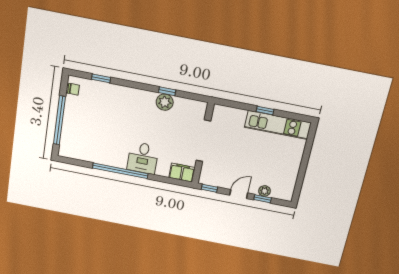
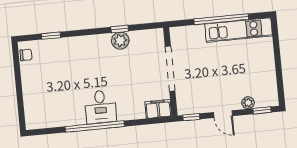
window: (265, 111) -> (221, 19), width x3.17
window: (59, 120) -> (19, 92), removed
desk: (143, 158) -> (100, 107), moved
door: (239, 194) -> (223, 114), swing flipped
window: (263, 199) -> (262, 110), moved

